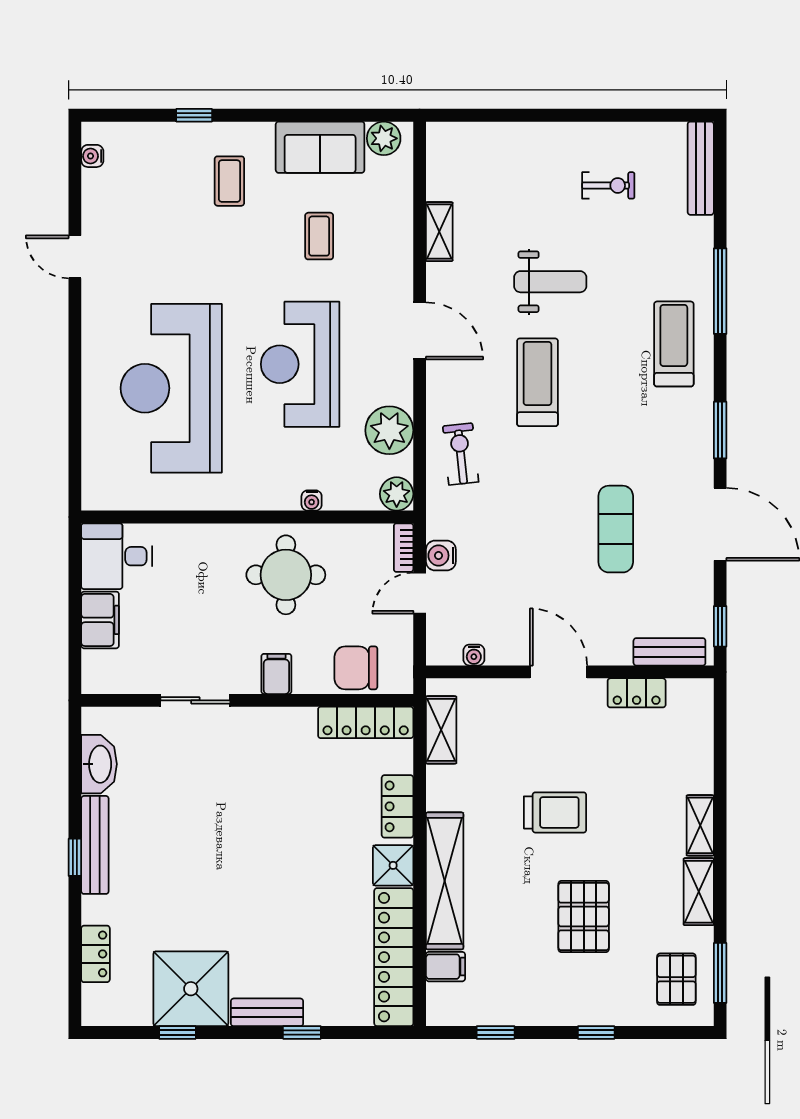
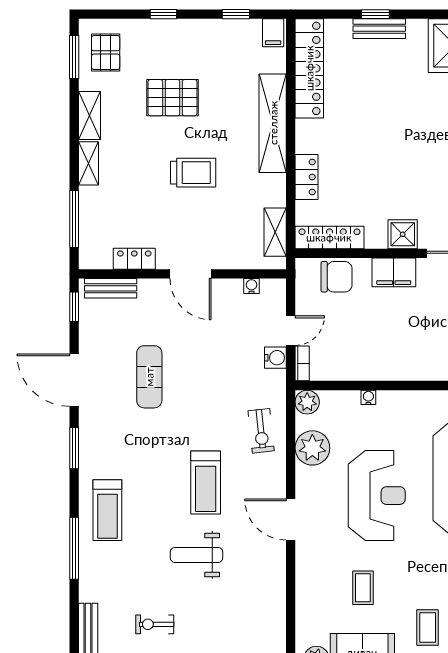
shelving: (439, 232) -> (276, 591), removed
round table: (286, 575) -> (387, 344), removed
filing cabinet: (276, 674) -> (394, 272), width x2.00
window: (720, 748) -> (74, 219), added
trolley: (555, 812) -> (193, 173), turned 180
shower: (393, 865) -> (403, 234), moved
pallet: (584, 916) -> (172, 98), turned 90
filing cabinet: (446, 967) -> (273, 33), moved, turned -90
bench: (267, 1012) -> (379, 29), moved

